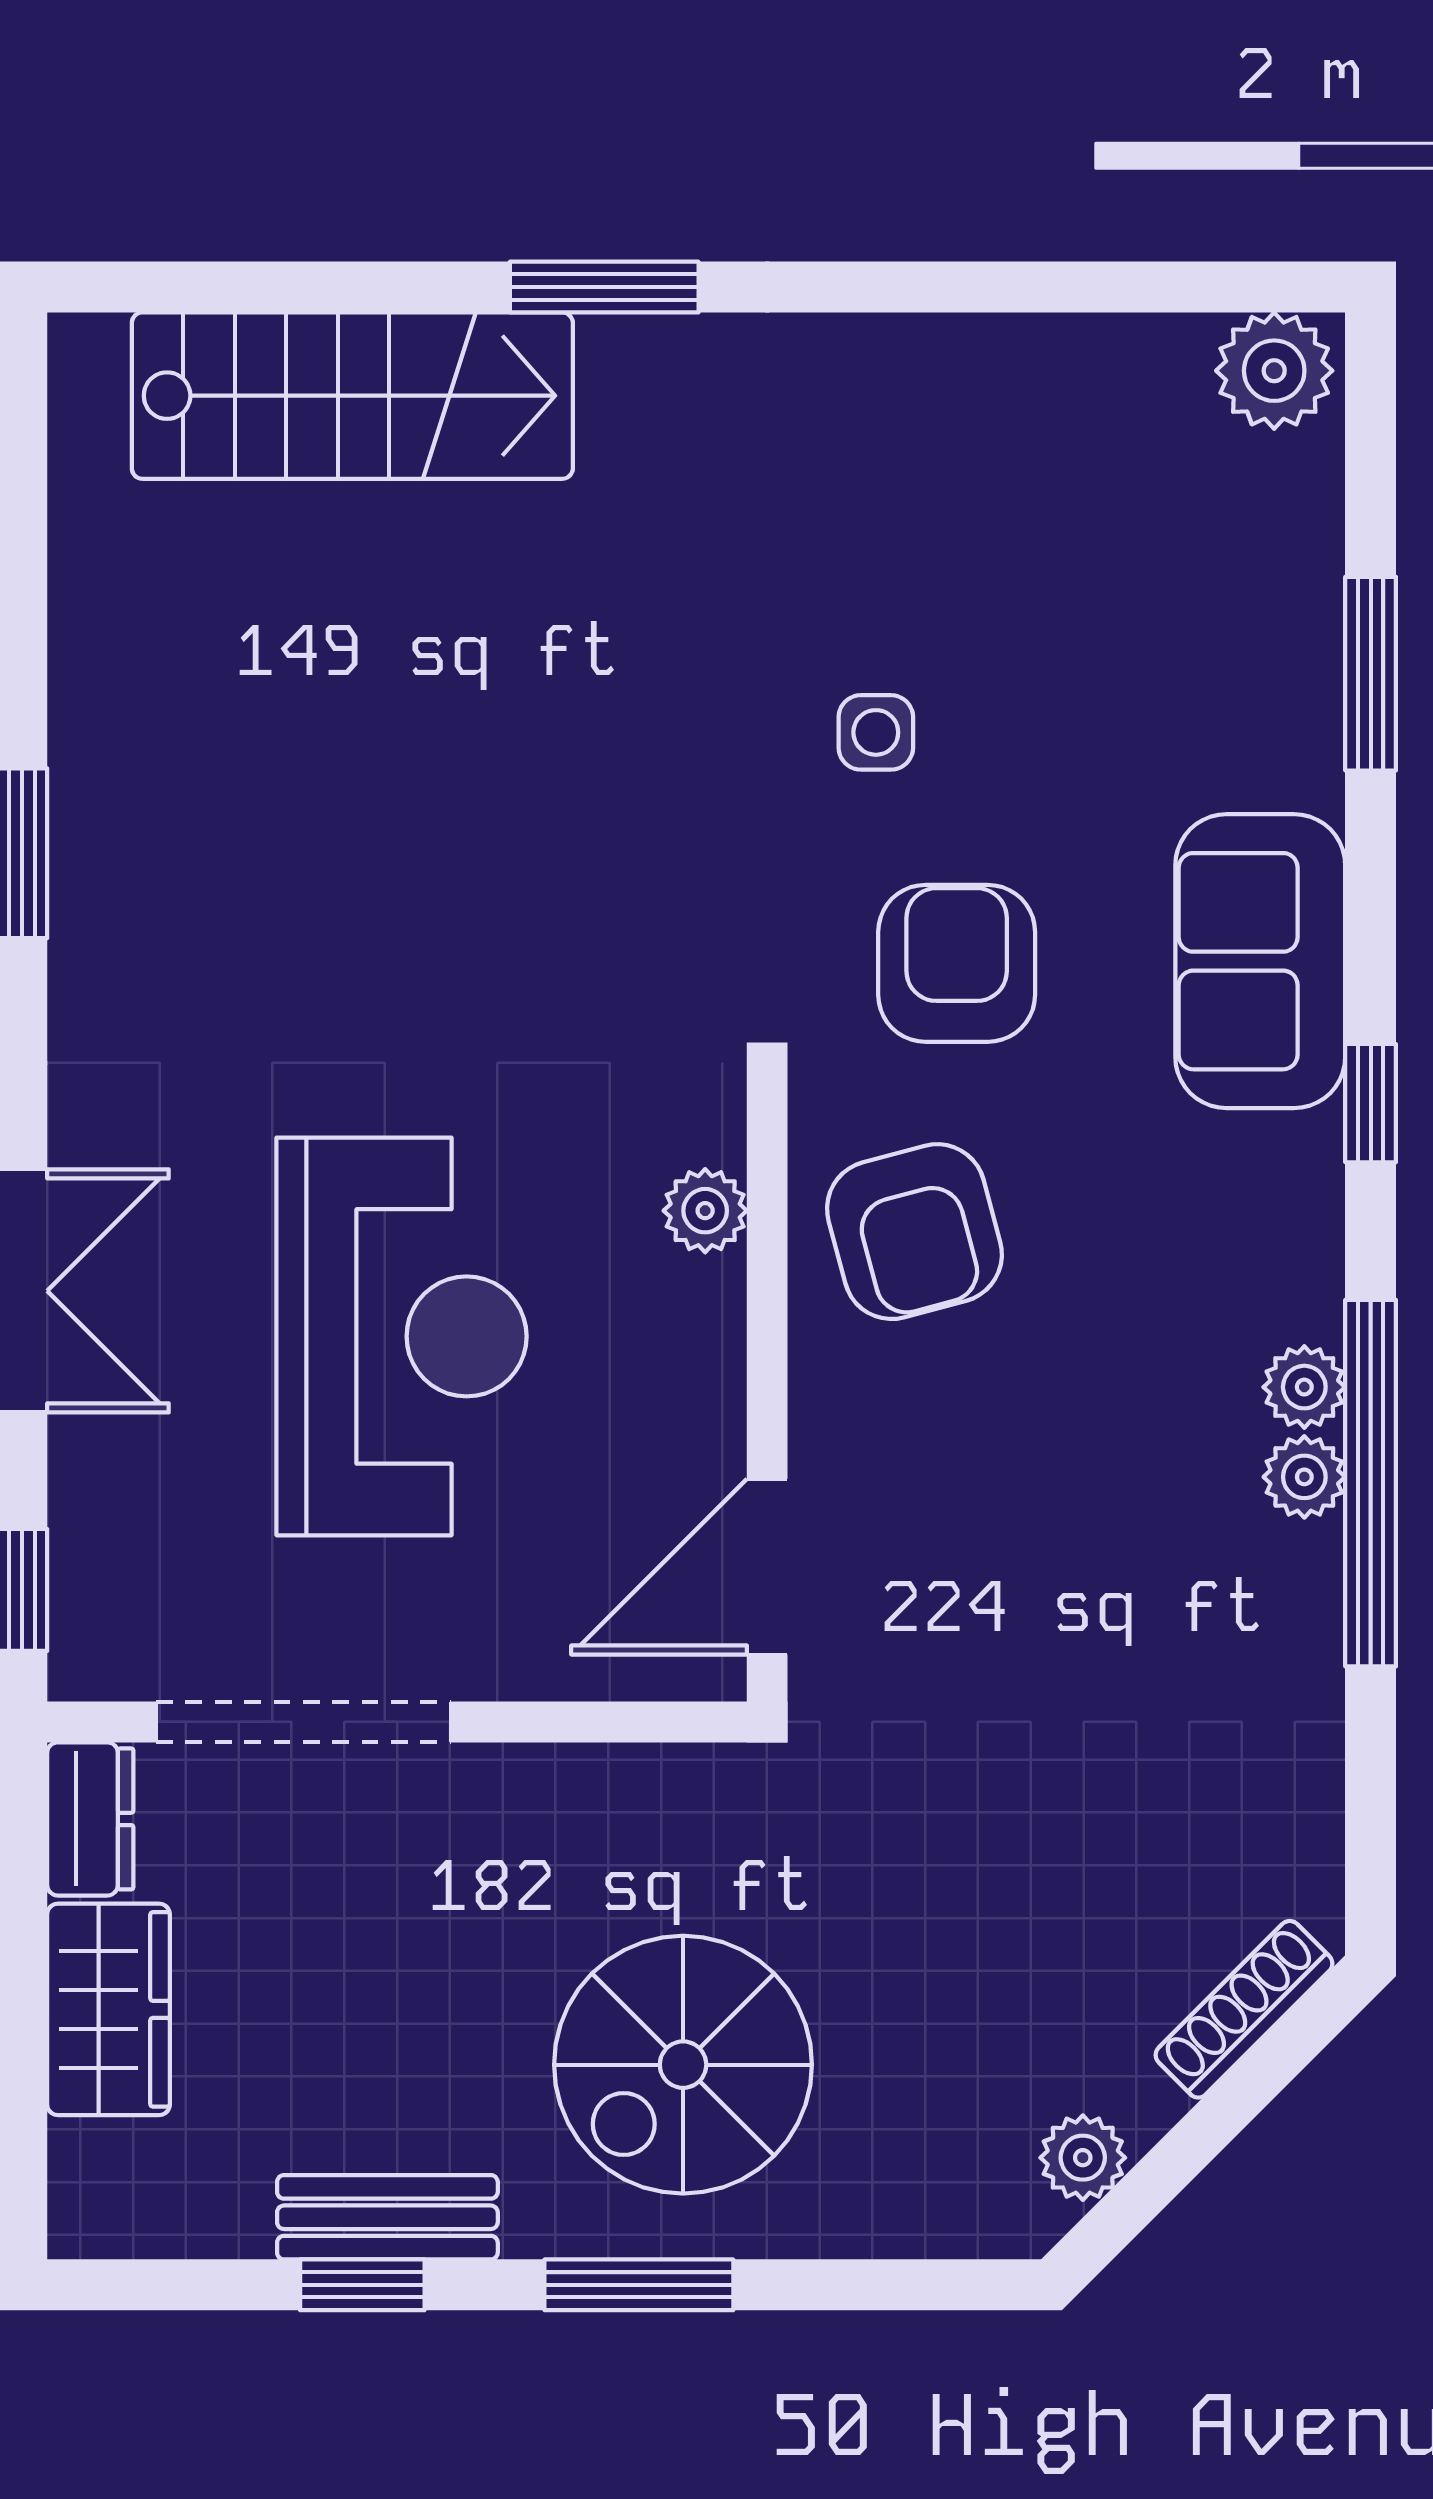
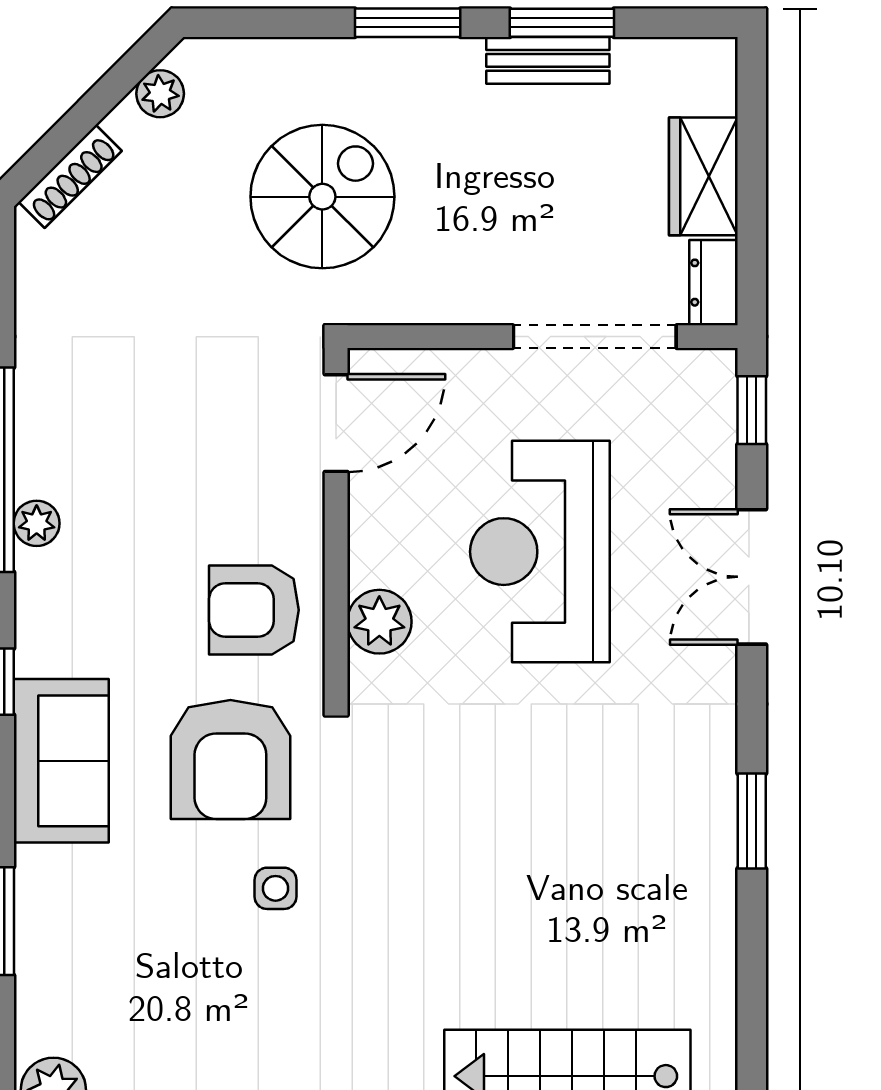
armchair: (957, 963) -> (230, 760), width x1.36, depth x1.36
plant: (705, 1211) -> (379, 622), width x1.38, depth x1.38
armchair: (914, 1232) -> (254, 610), turned -75
plant: (1304, 1477) -> (37, 473), removed
spiral stairs: (683, 2065) -> (322, 197), moved
window: (362, 2285) -> (562, 23), width x1.50

